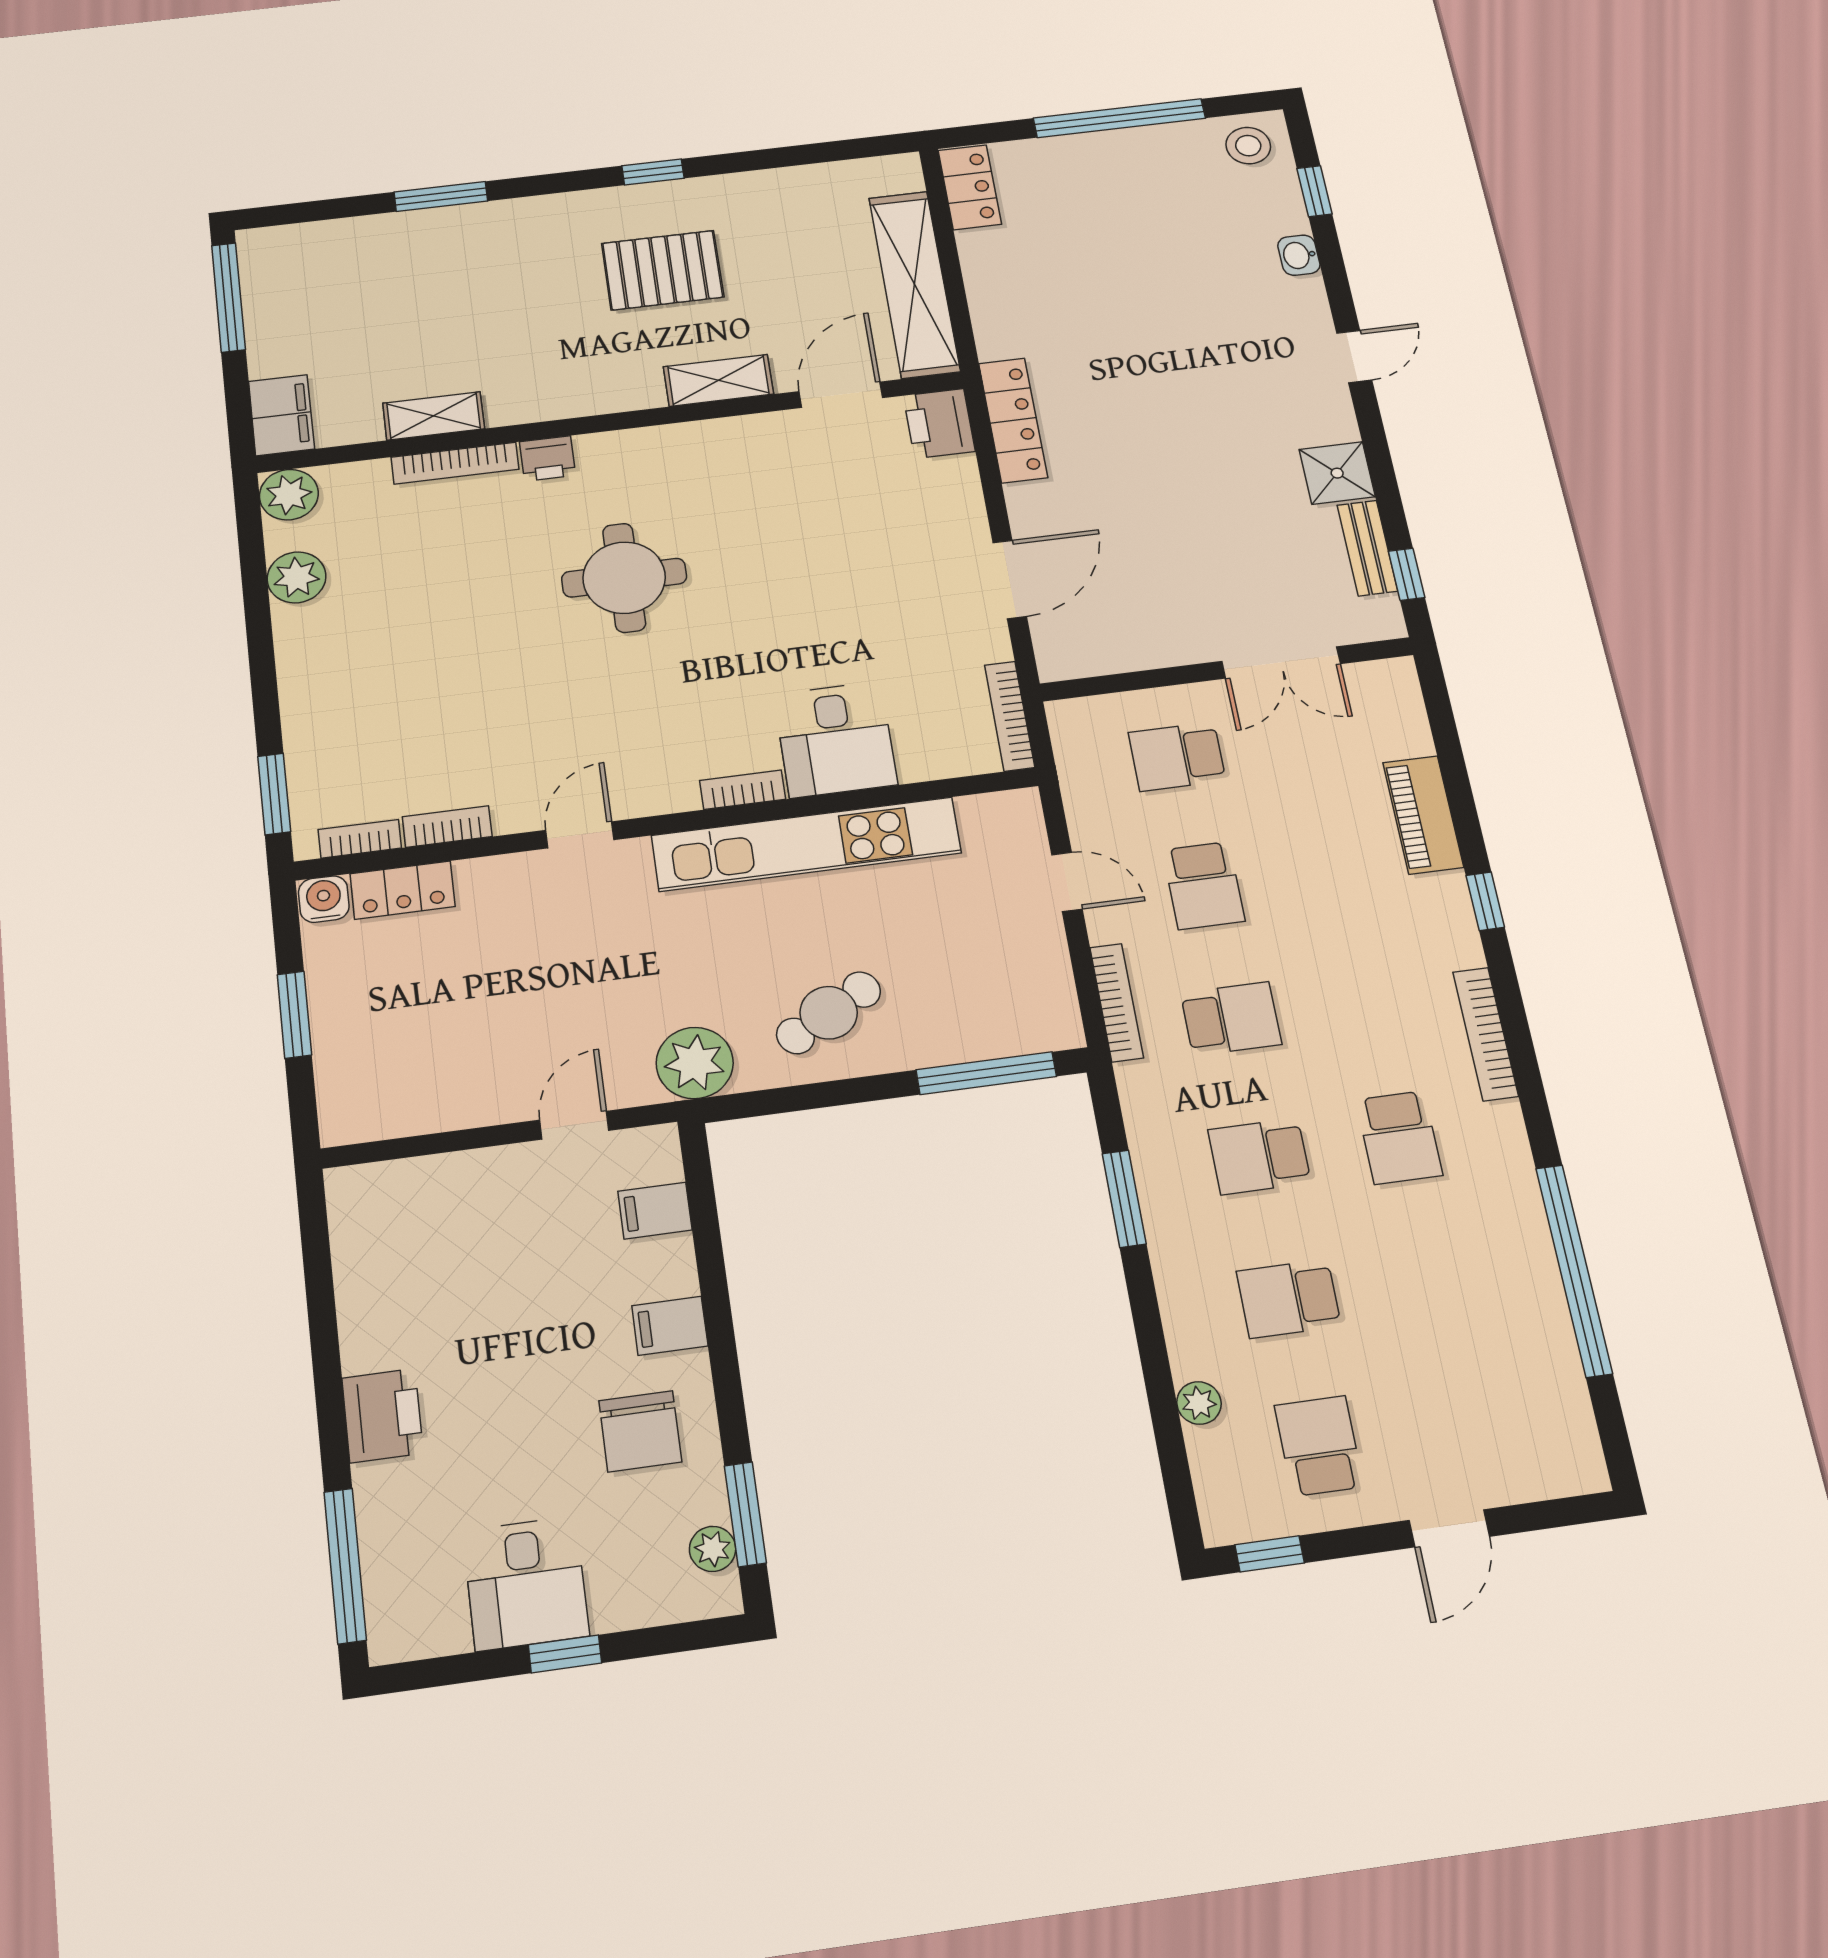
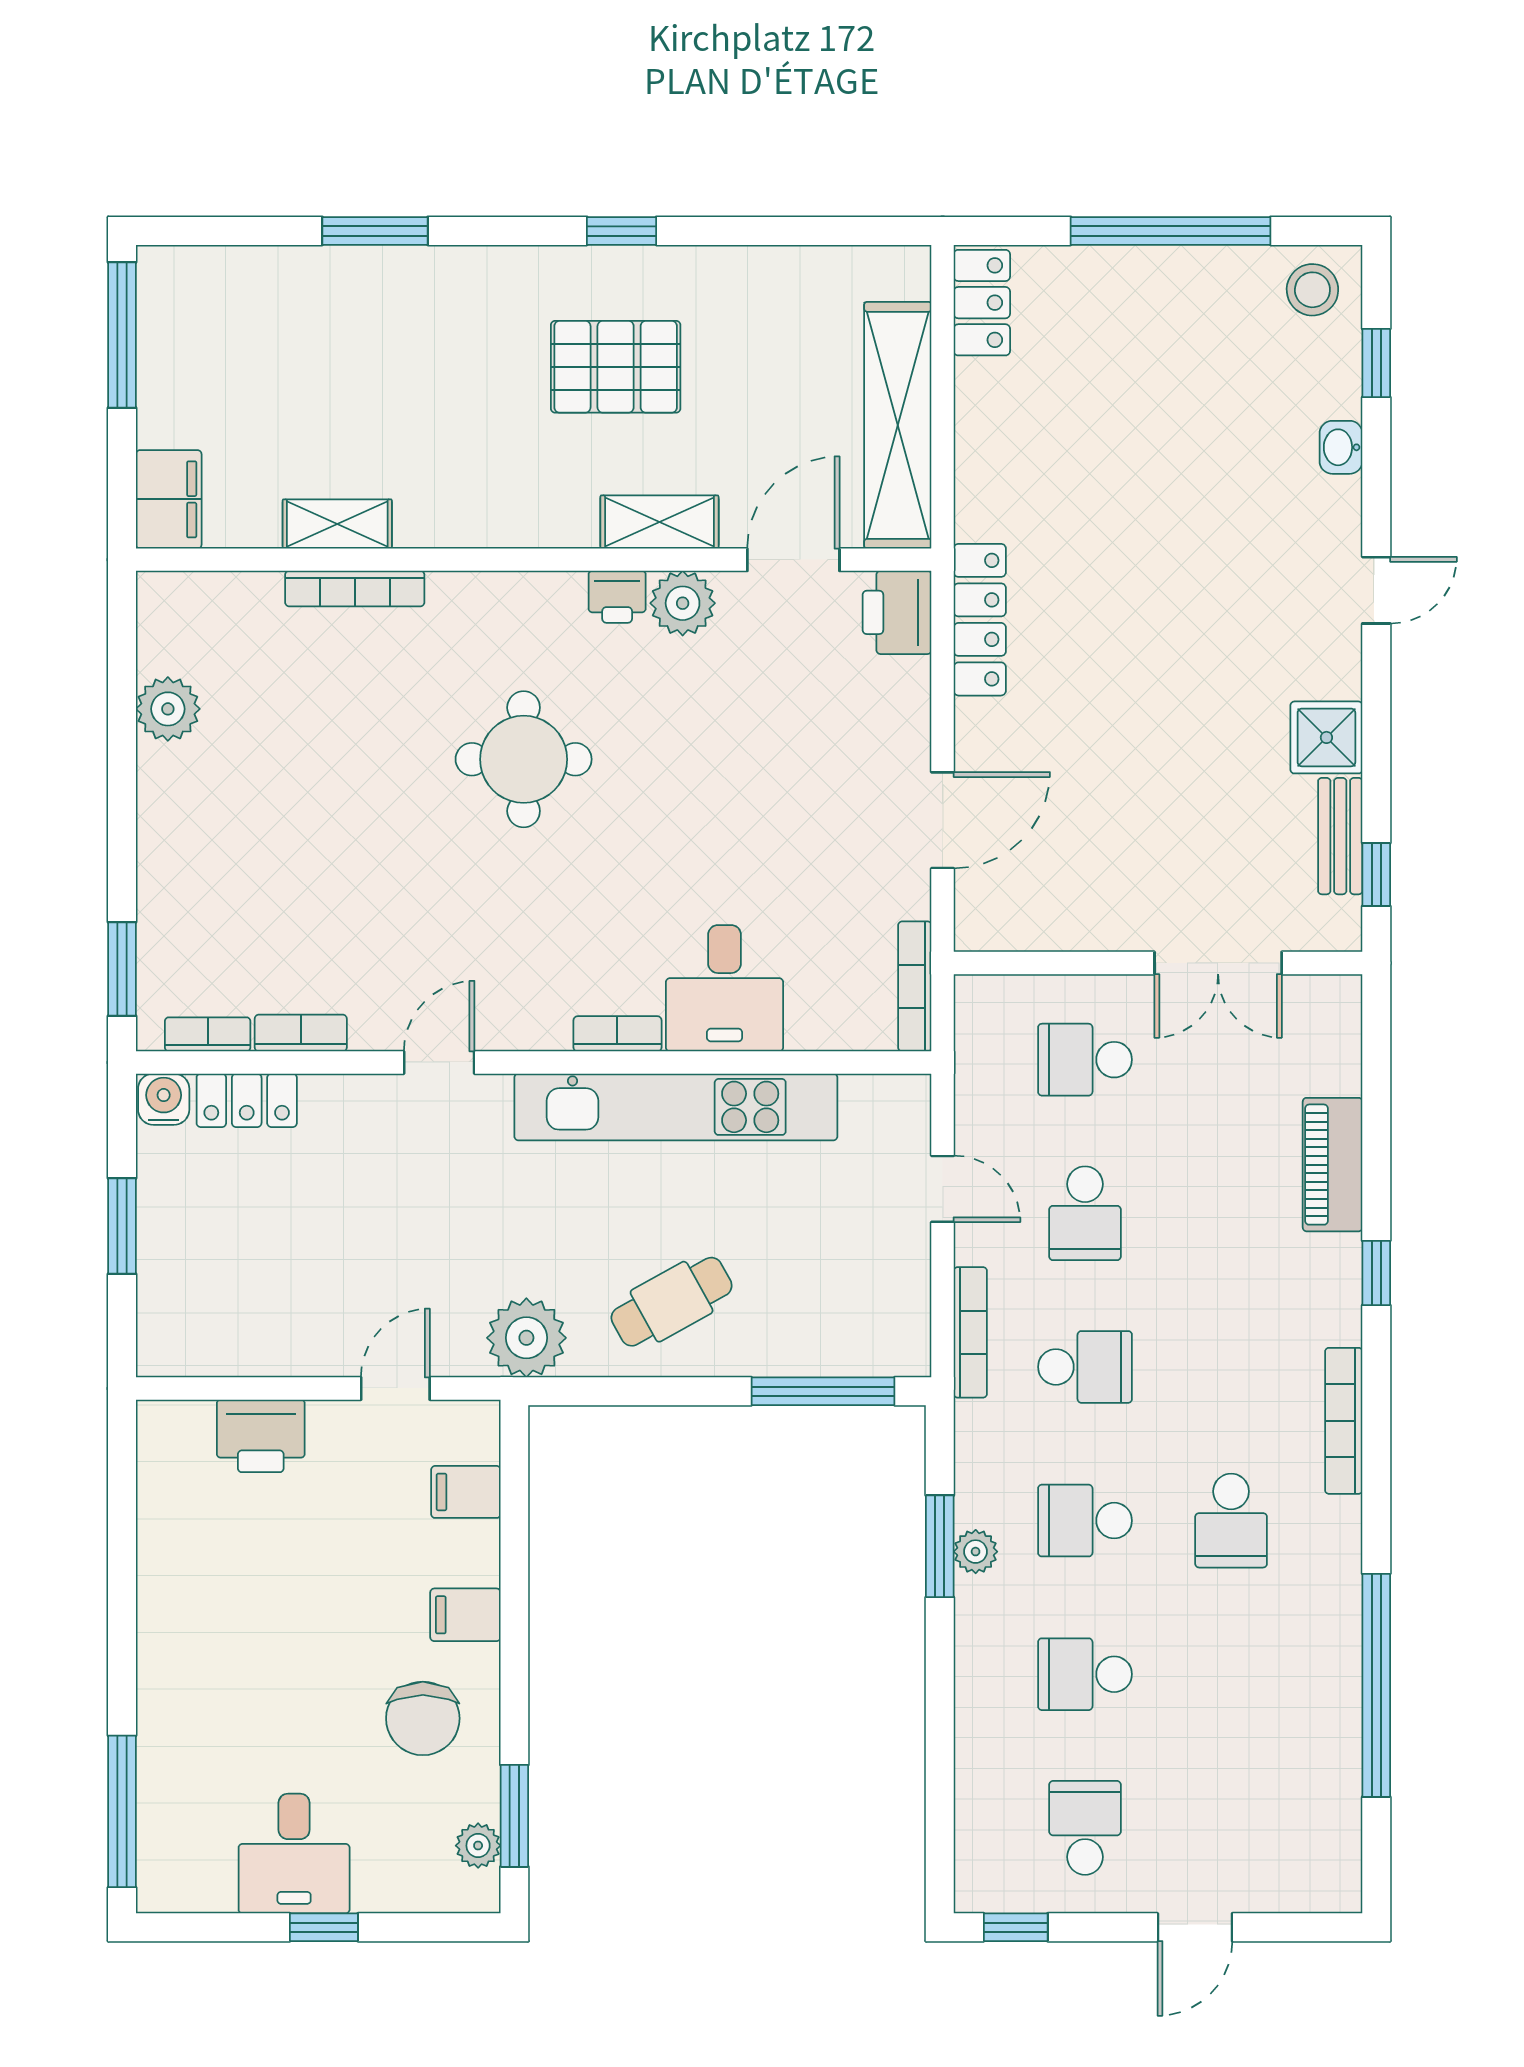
printer: (548, 459) -> (617, 597), moved
plant: (289, 495) -> (683, 603), moved
plant: (1199, 1403) -> (976, 1552), moved
printer: (383, 1415) -> (261, 1436), moved, turned 90

